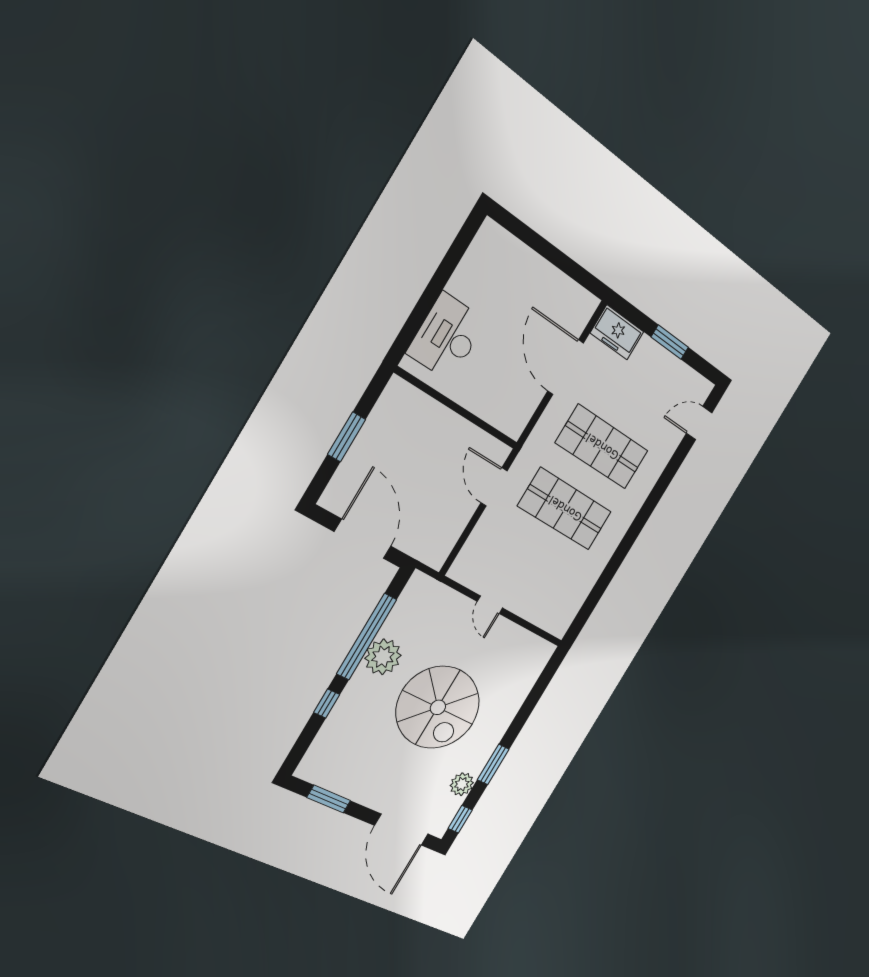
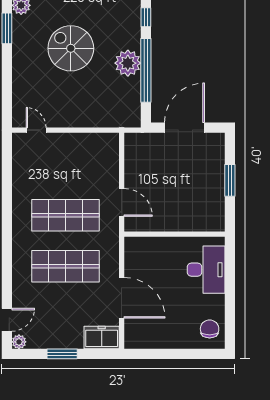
chair: (489, 255) -> (210, 329), added
plant: (703, 388) -> (19, 342), added
door: (363, 539) -> (184, 128), swing flipped
door: (490, 605) -> (36, 130), moved
spiral stairs: (438, 707) -> (71, 48), width x0.73, depth x0.73

